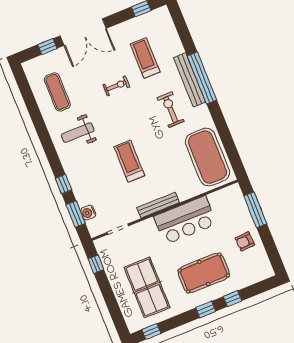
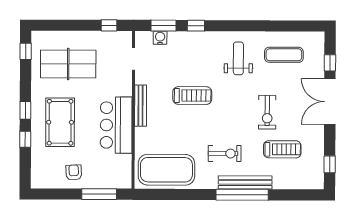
exercise bike: (116, 86) -> (267, 112), width x1.38, depth x1.39

